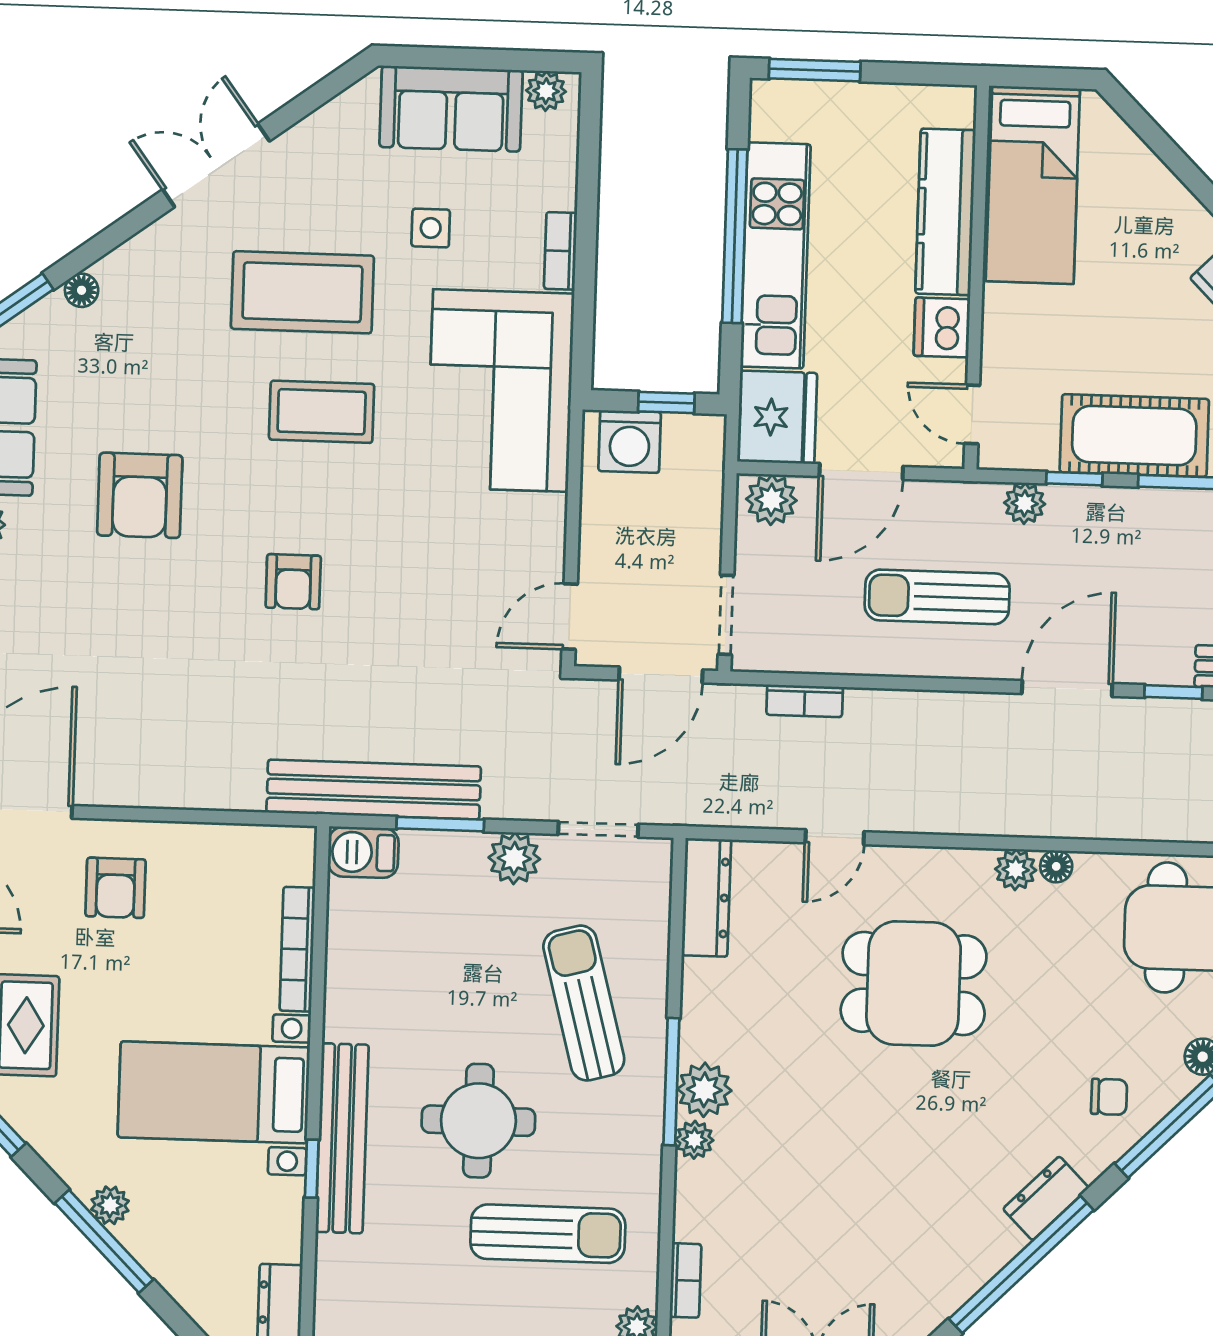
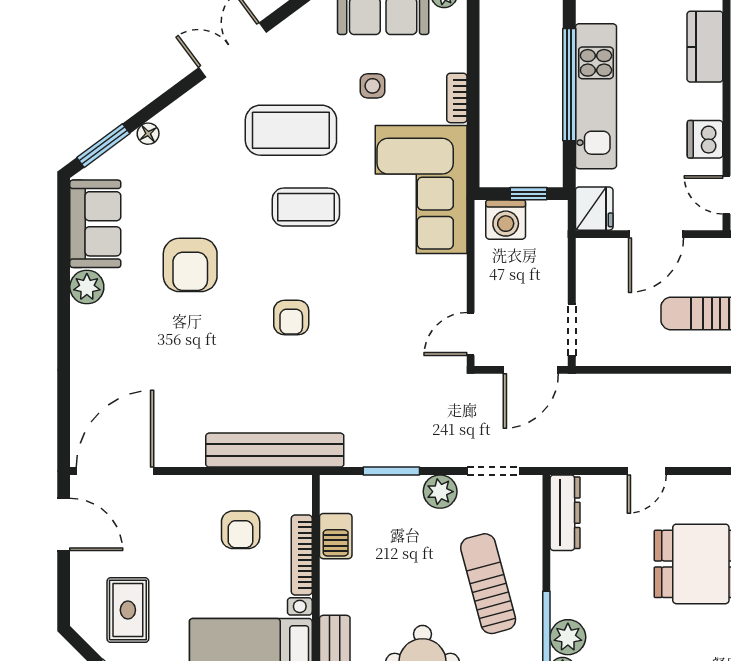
kitchen counter: (945, 212) -> (705, 47), width x0.67
fridge: (777, 417) -> (594, 209), width x0.73, depth x0.75
plant: (771, 500) -> (599, 254), removed
bookcase: (805, 701) -> (624, 384), removed
bench: (374, 789) -> (275, 450), moved
barbecue: (363, 852) -> (336, 536), moved, turned -90
armchair: (116, 888) -> (241, 530), moved

